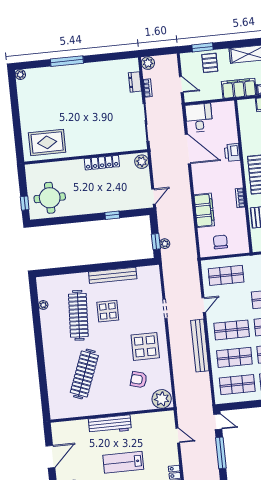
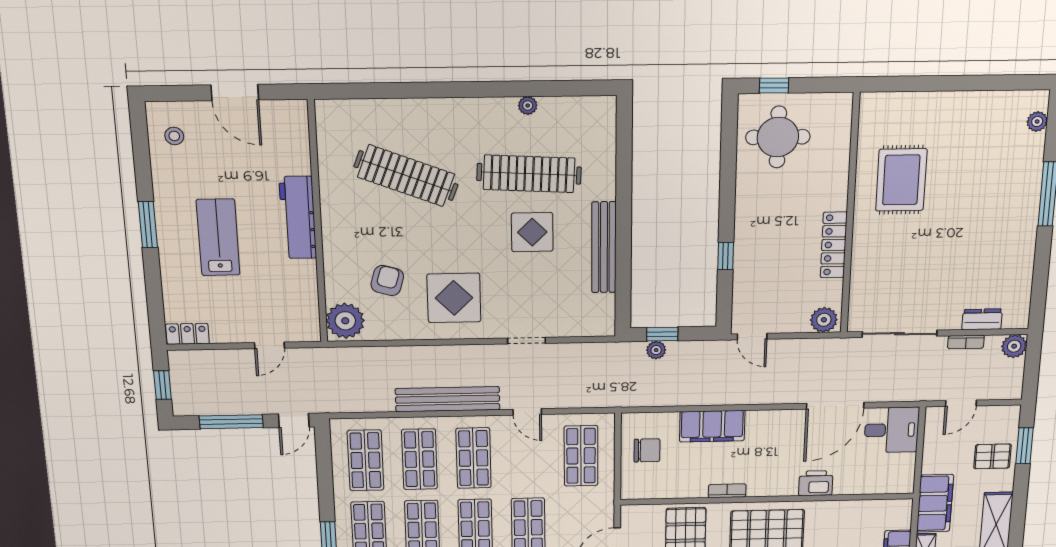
plant: (20, 75) -> (1037, 122), moved
rug: (47, 142) -> (901, 180), moved
plant: (43, 305) -> (528, 106), moved

